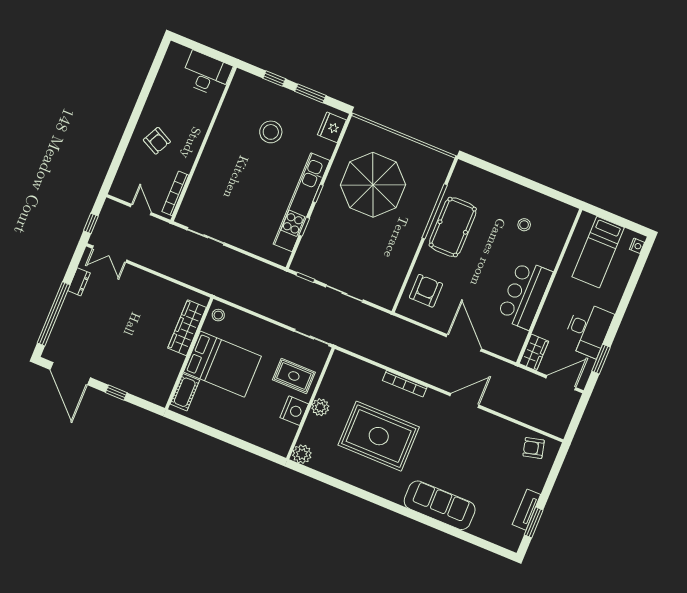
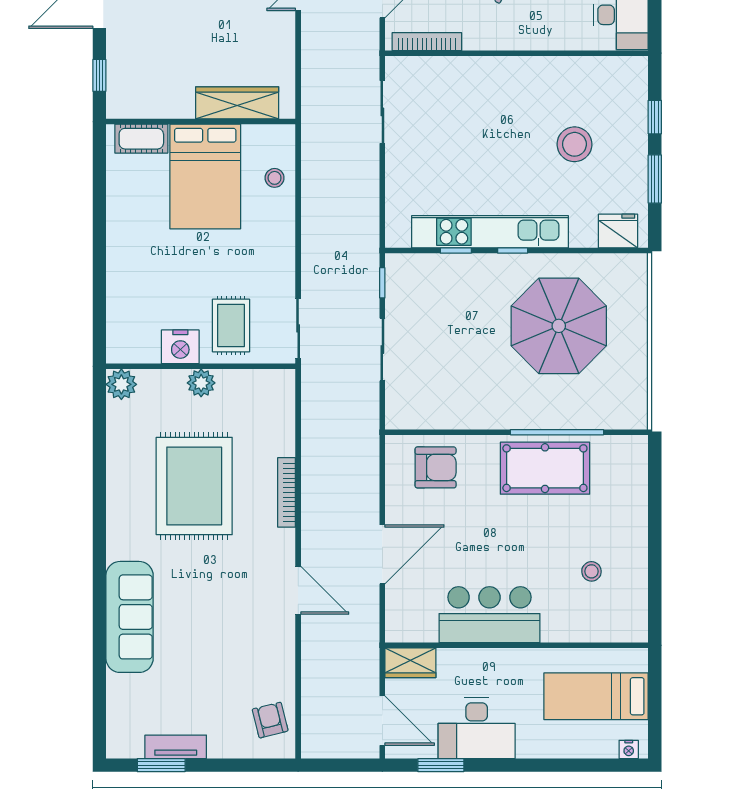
wardrobe: (187, 328) -> (237, 103), moved
wall: (189, 353) -> (201, 122), moved
bed: (222, 364) -> (205, 177), moved
cot: (185, 392) -> (141, 139), moved

